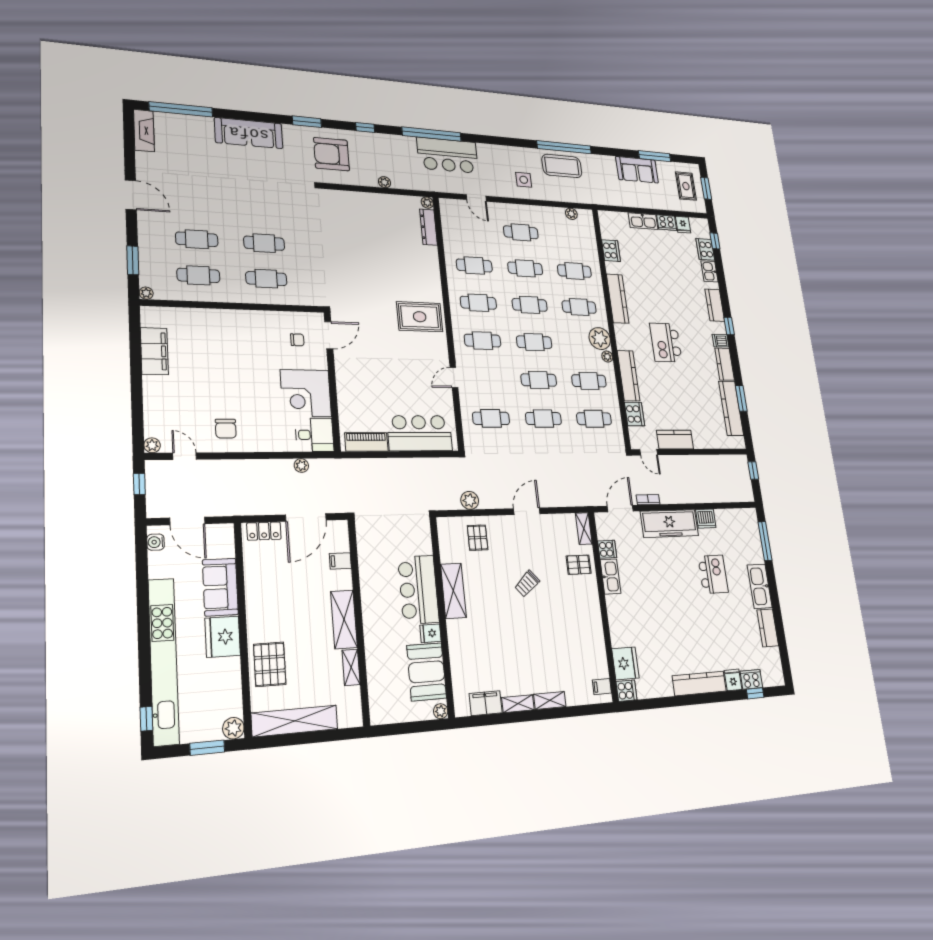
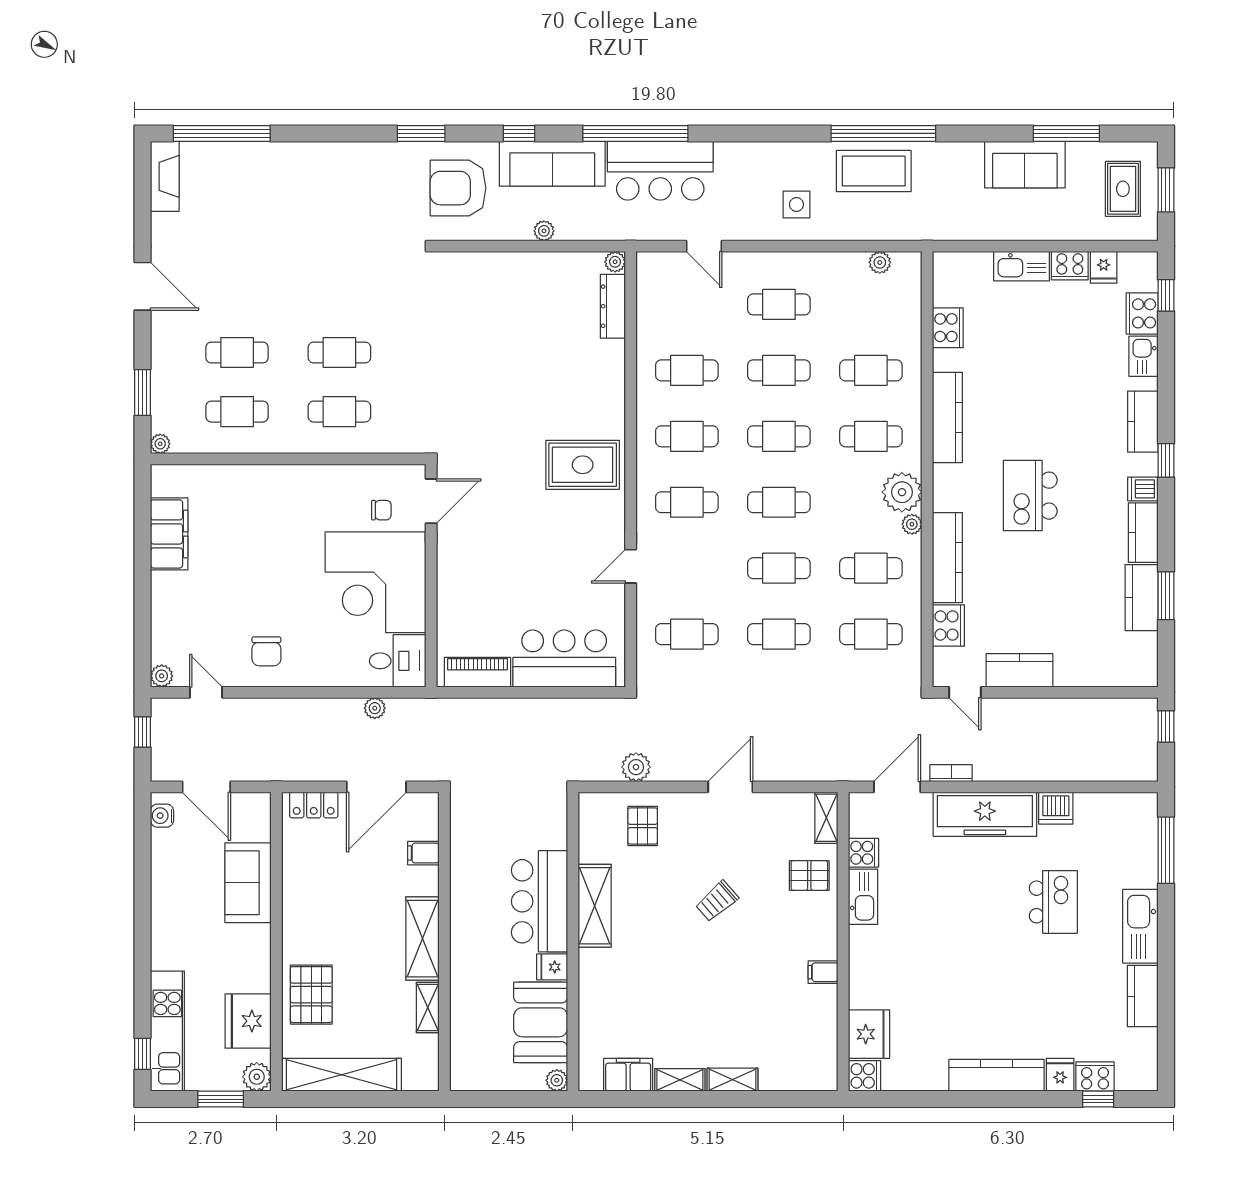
sofa: (249, 133) -> (552, 164), moved
corner desk: (306, 393) -> (376, 582), width x1.36, depth x1.36
kitchen counter: (731, 408) -> (1142, 598), width x0.67
fridge: (223, 637) -> (248, 1021), moved
kitchen unit: (164, 661) -> (167, 1031), width x0.54
filing cabinet: (602, 687) -> (823, 972), moved

